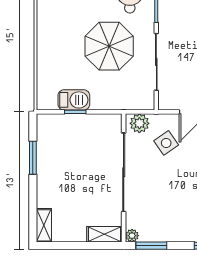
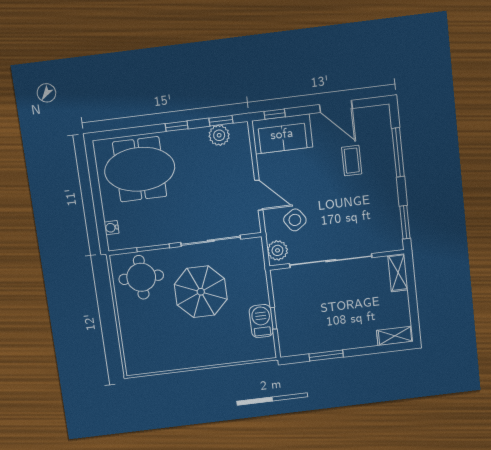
plant: (132, 236) -> (397, 244), removed

